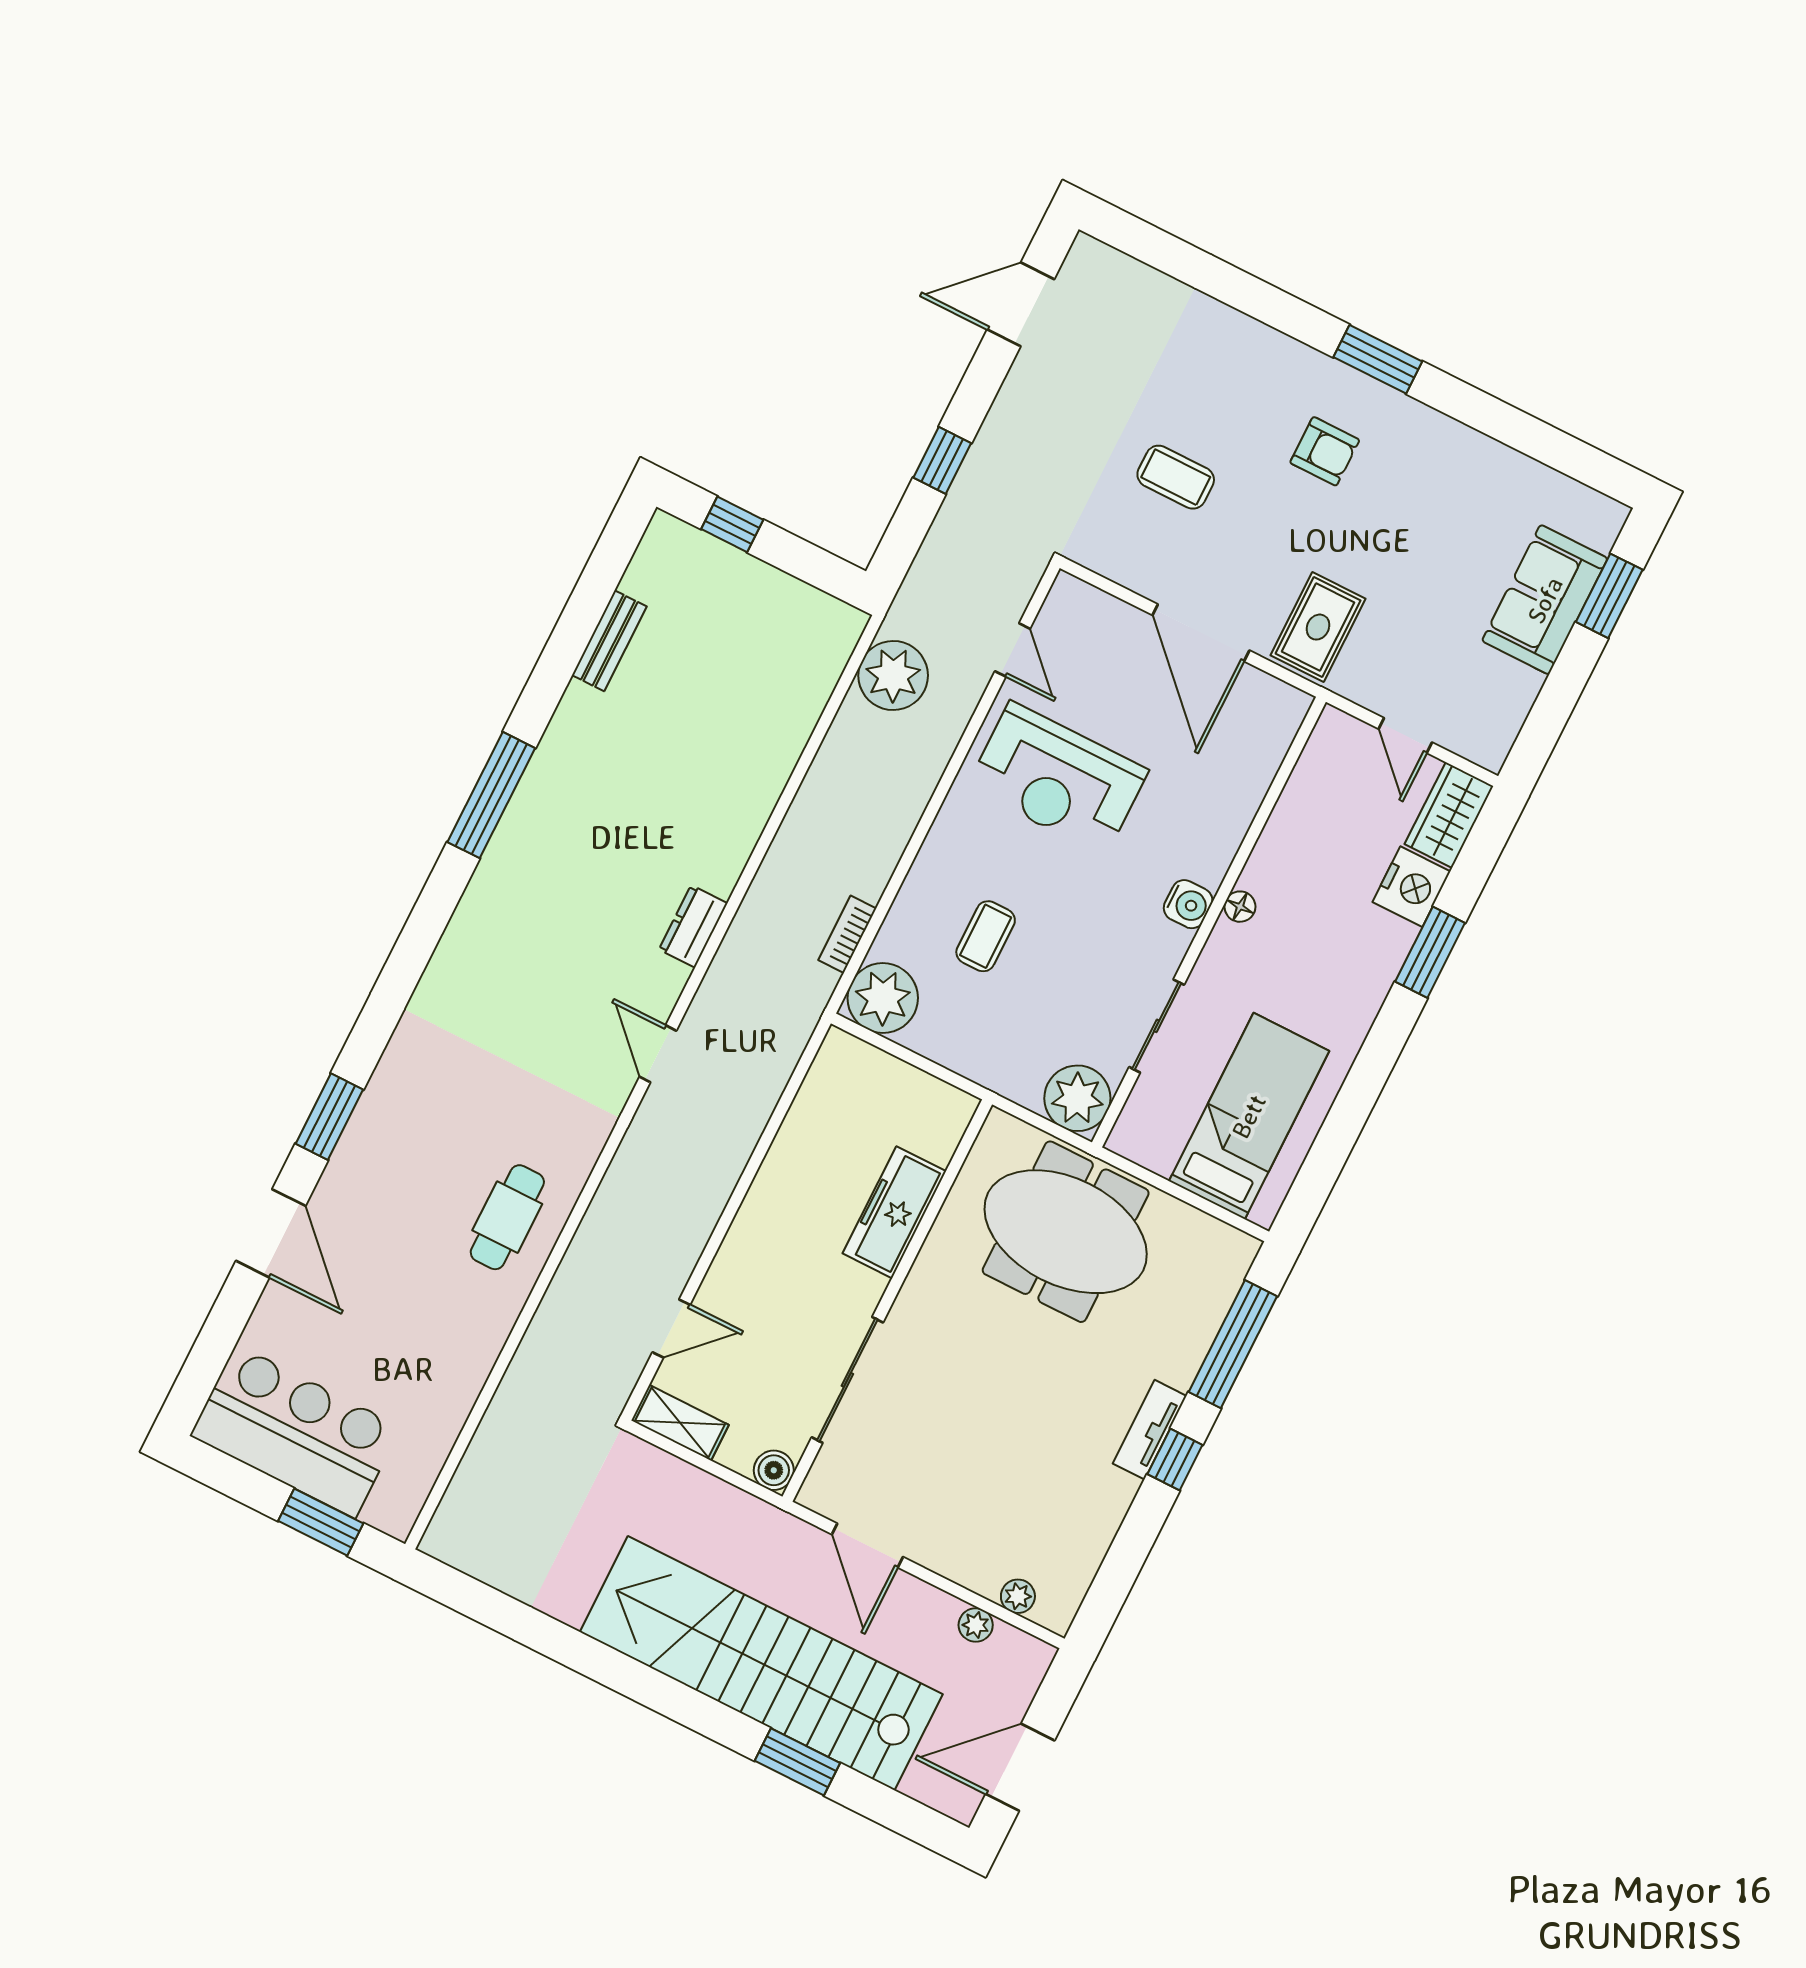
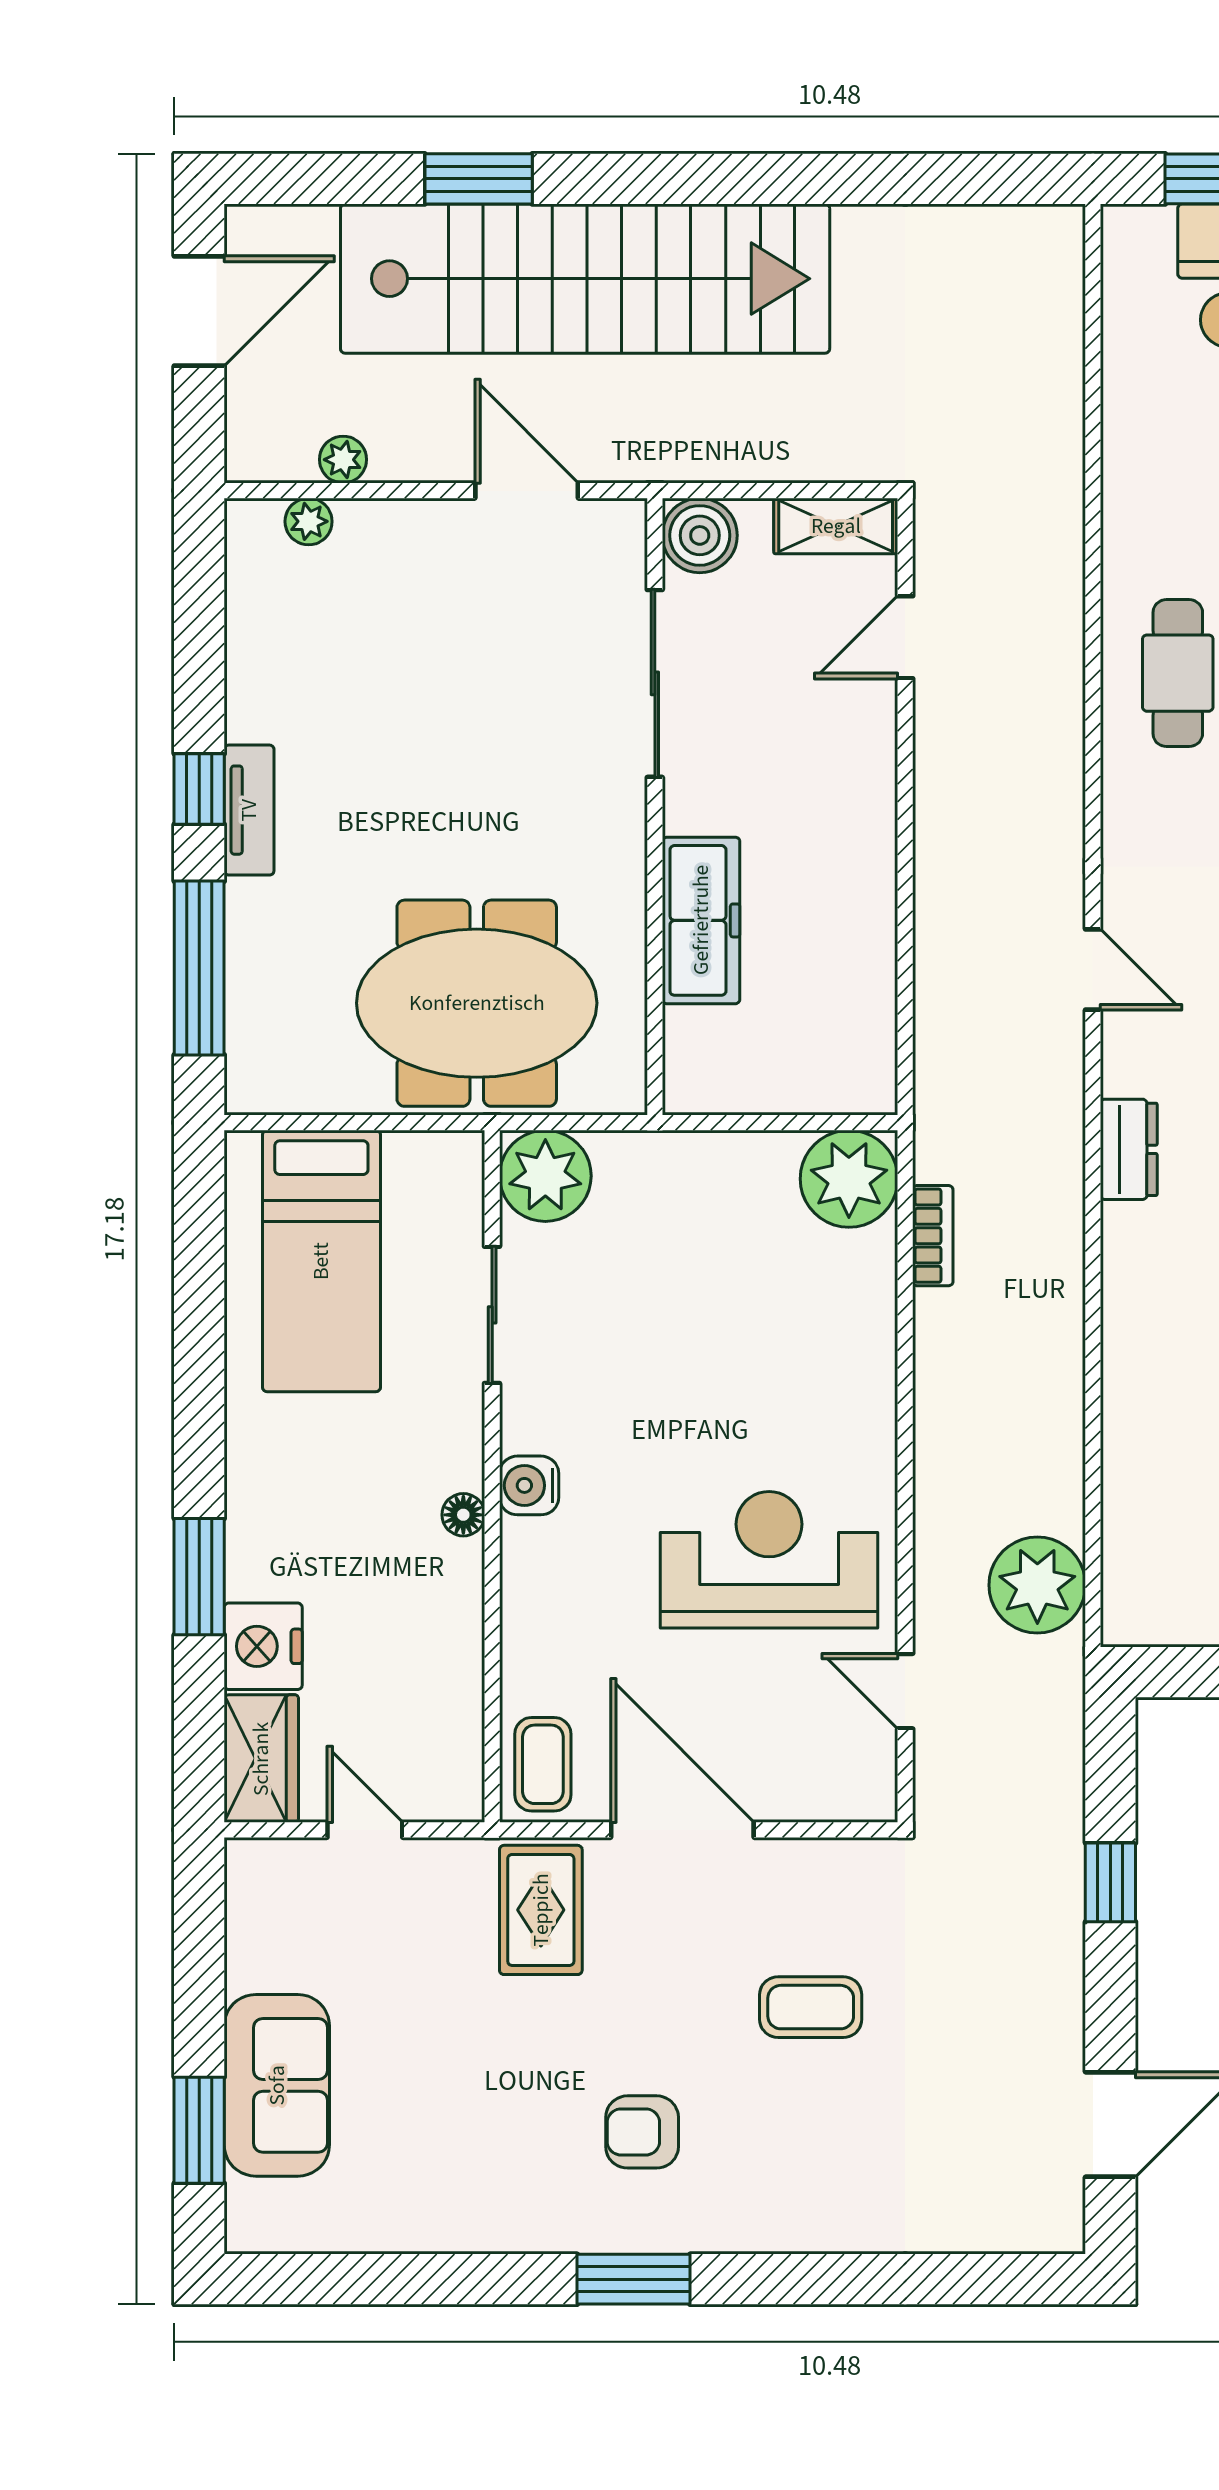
coffee table: (986, 936) -> (543, 1764), moved
boiler: (774, 1470) -> (700, 535), width x1.36, depth x1.36

